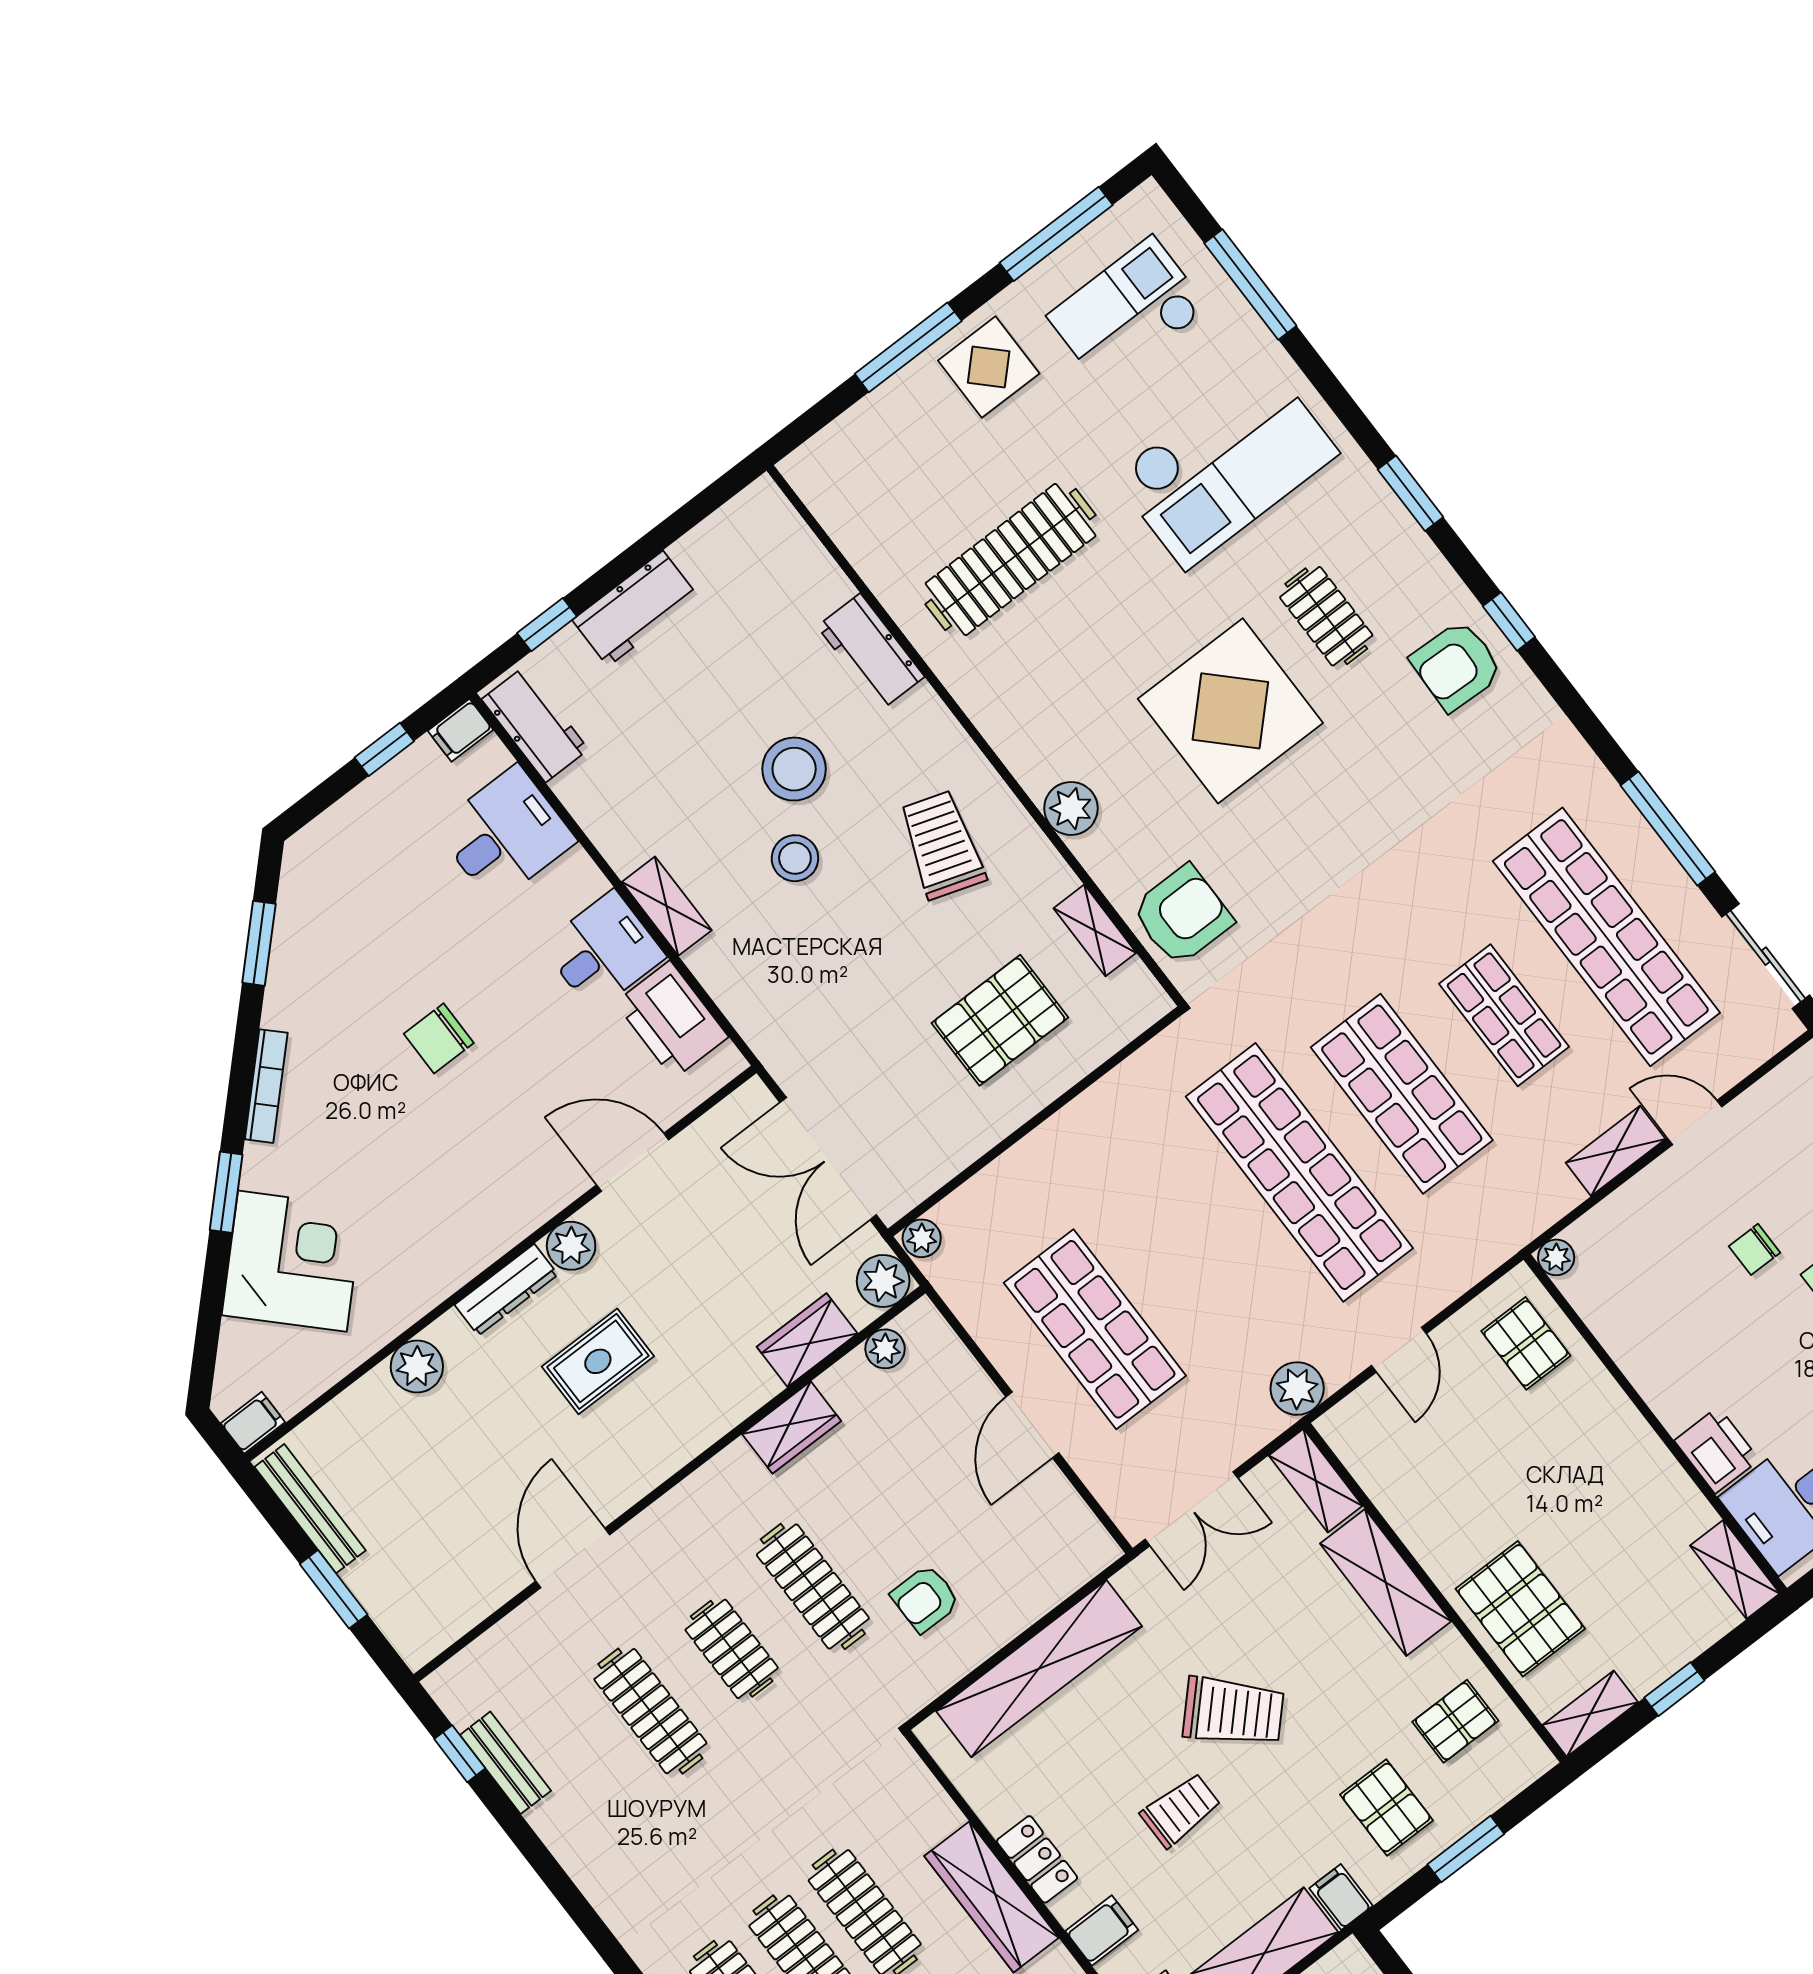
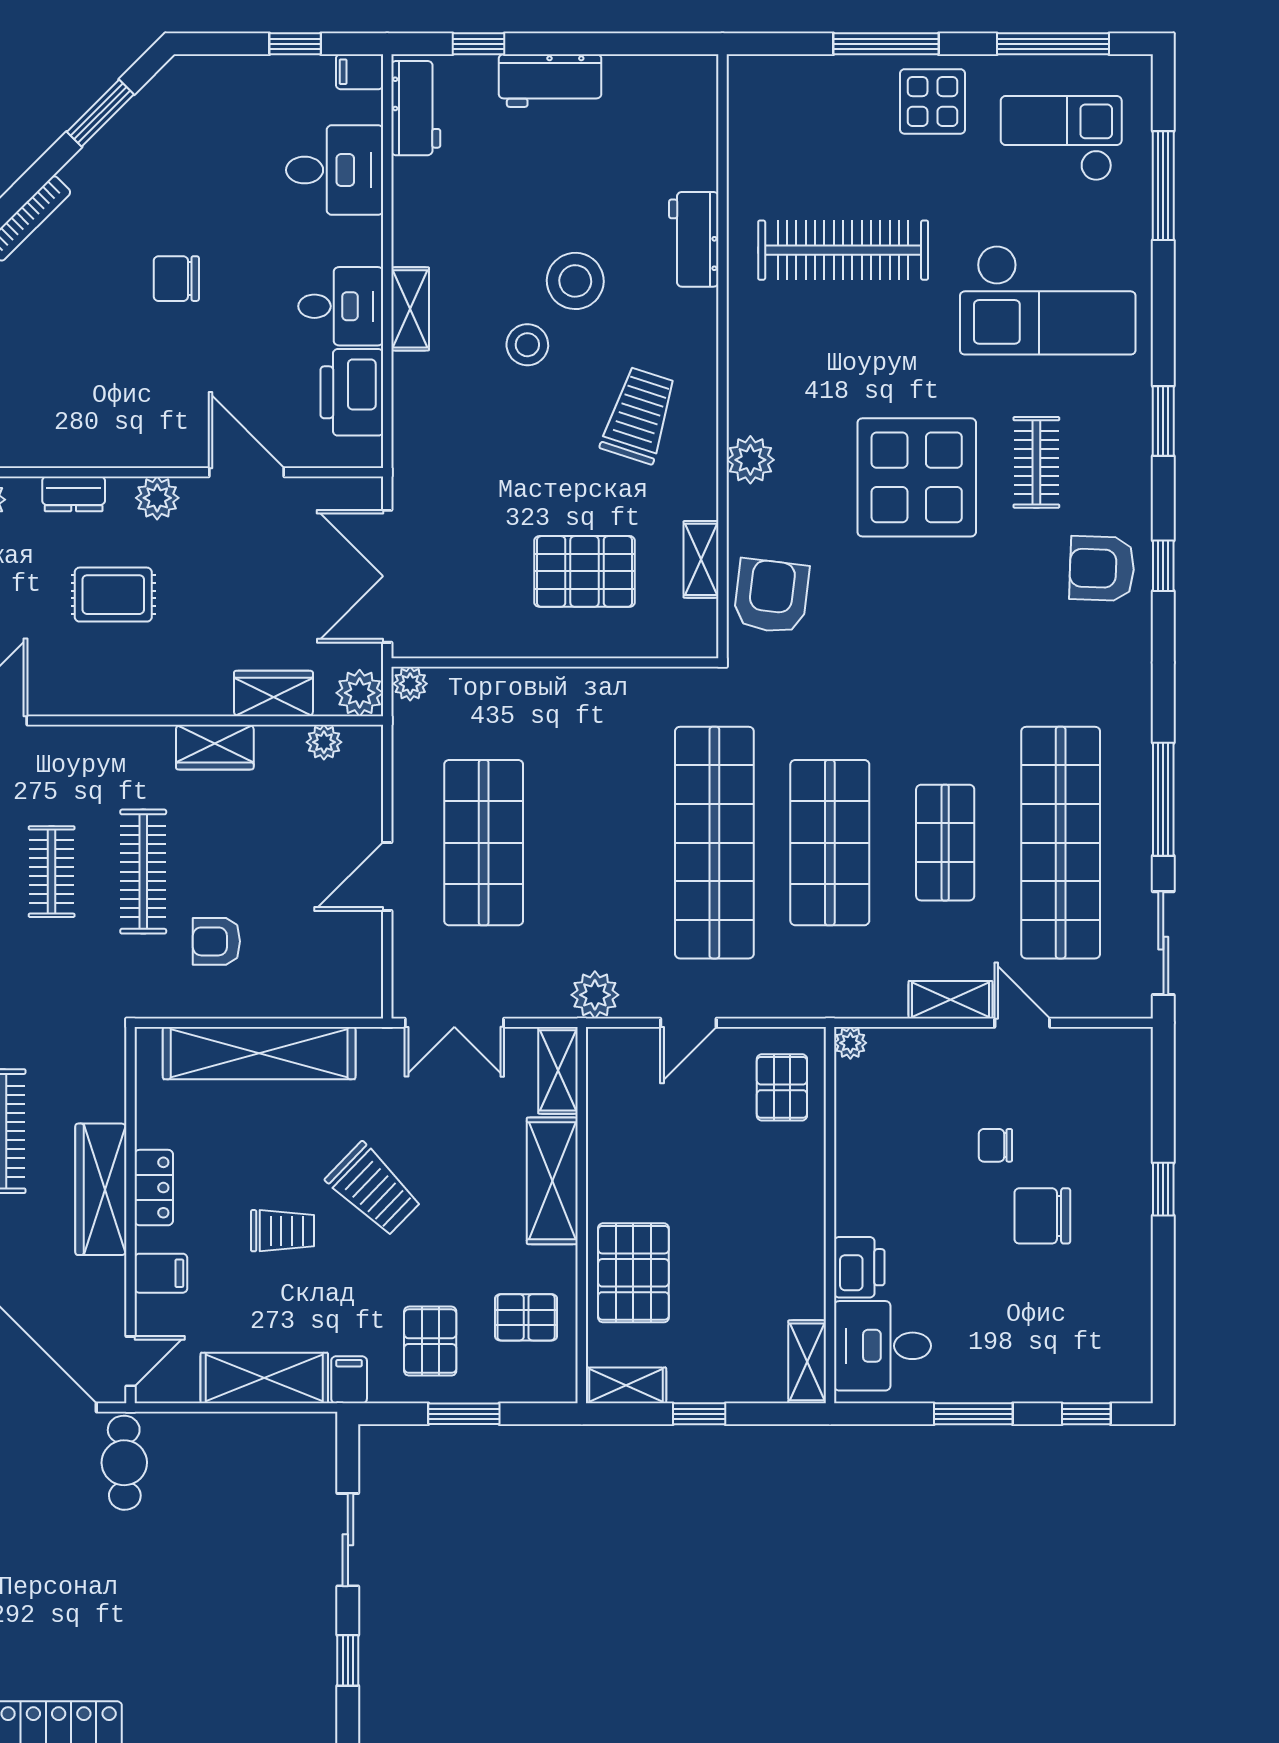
armchair: (1182, 915) -> (771, 596), turned -83
dresser: (506, 1290) -> (74, 494), width x0.70

